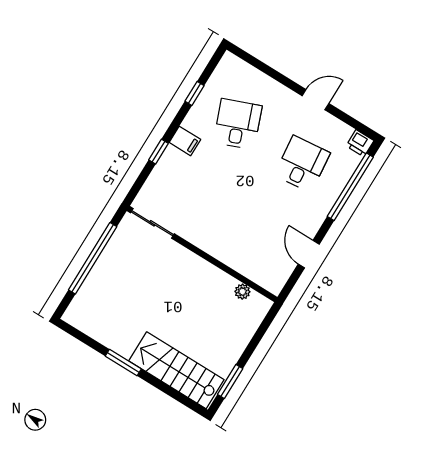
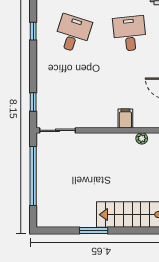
desk: (238, 124) -> (73, 34), turned 39
filing cabinet: (185, 141) -> (125, 118), moved, turned -90
window: (158, 152) -> (33, 102), moved

